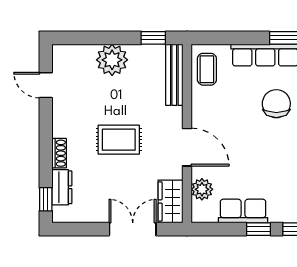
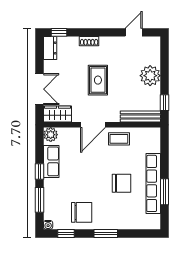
coffee table: (207, 69) -> (119, 139), moved
dresser: (62, 187) -> (50, 48), moved, turned -90
plant: (202, 189) -> (51, 135), moved

